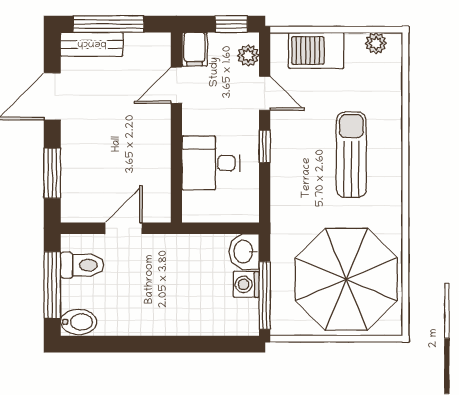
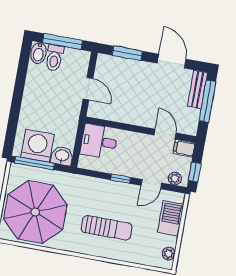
desk: (211, 163) -> (99, 141), moved, turned -90
toilet: (82, 265) -> (54, 58), moved
washing machine: (246, 284) -> (37, 146), width x1.89, depth x1.89

